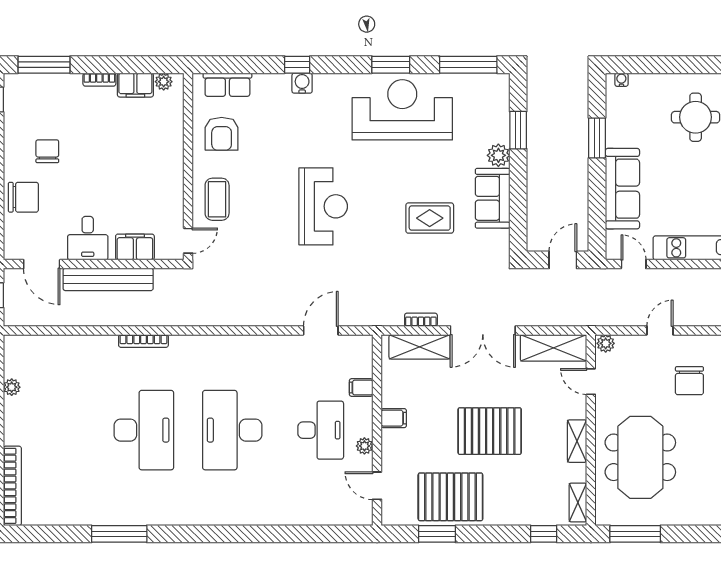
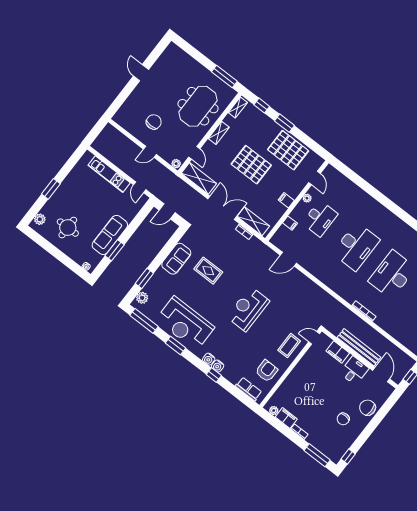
water cooler: (324, 83) -> (209, 359), added
plant: (498, 155) -> (142, 298), moved
sofa: (622, 189) -> (110, 235), moved
desk: (321, 430) -> (320, 219), turned 180
window: (437, 534) -> (285, 123), moved

